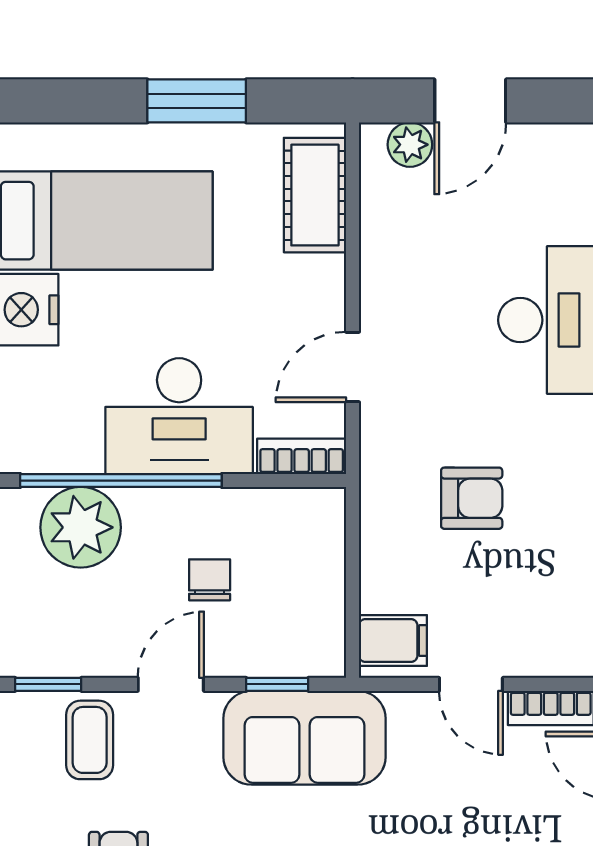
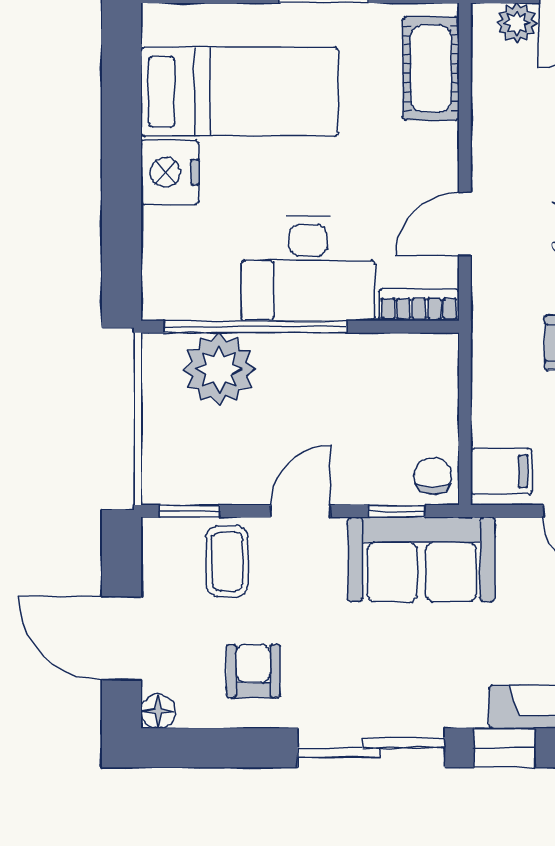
chair: (210, 580) -> (433, 476), moved

